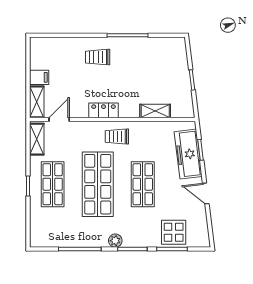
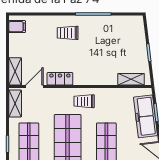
filing cabinet: (39, 77) -> (17, 27), moved
locker: (103, 110) -> (60, 79), moved
shelving: (155, 111) -> (131, 79), moved

